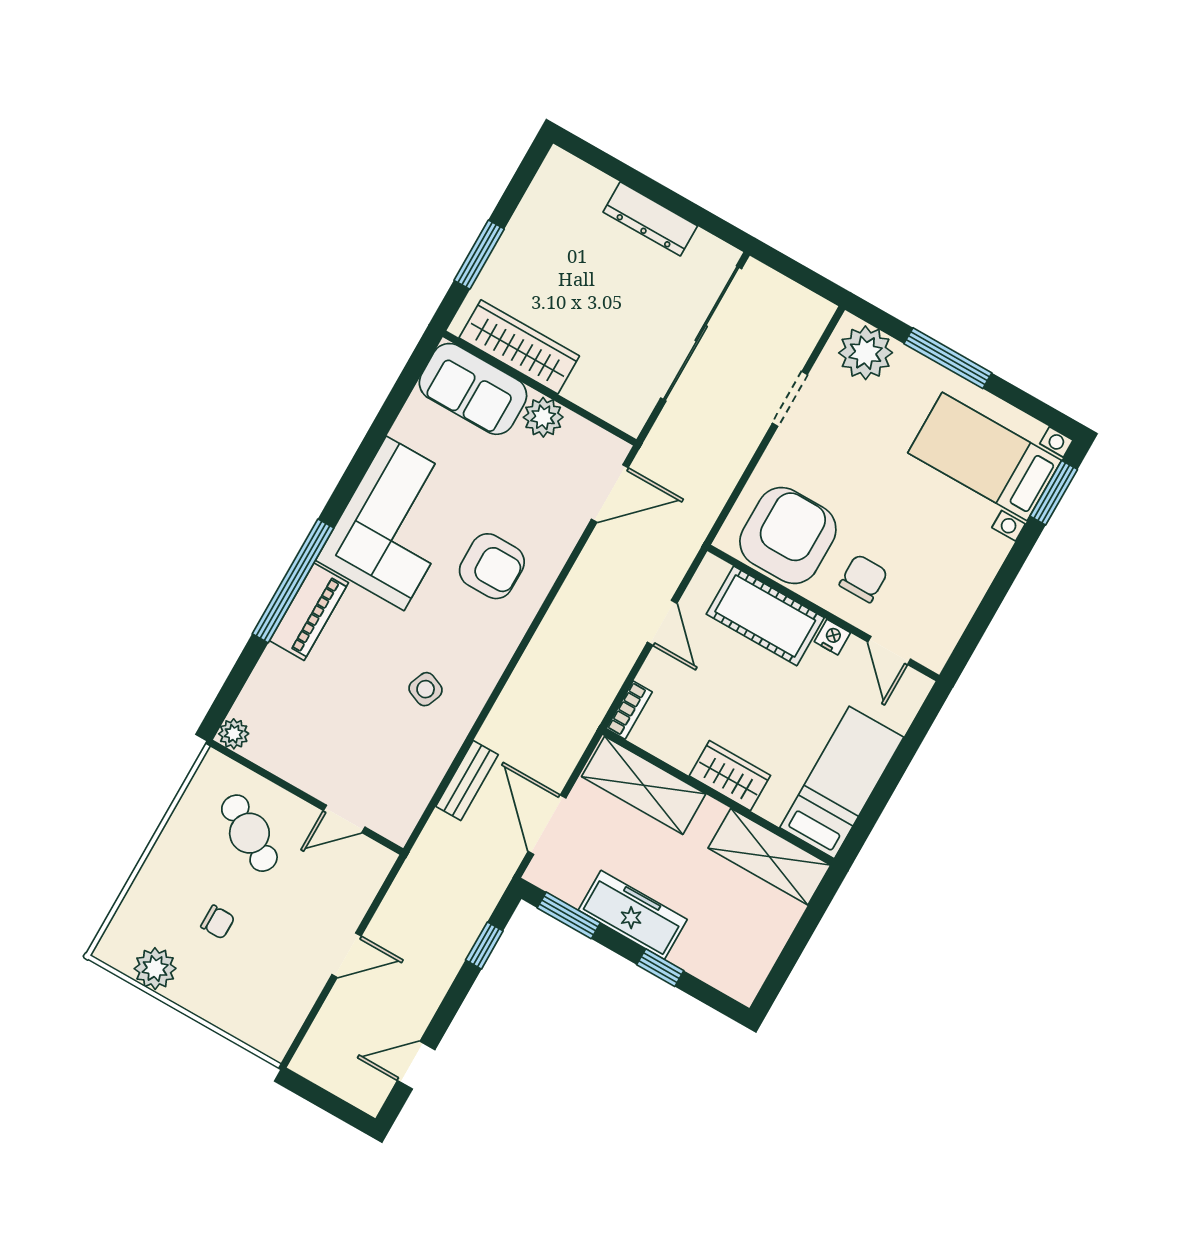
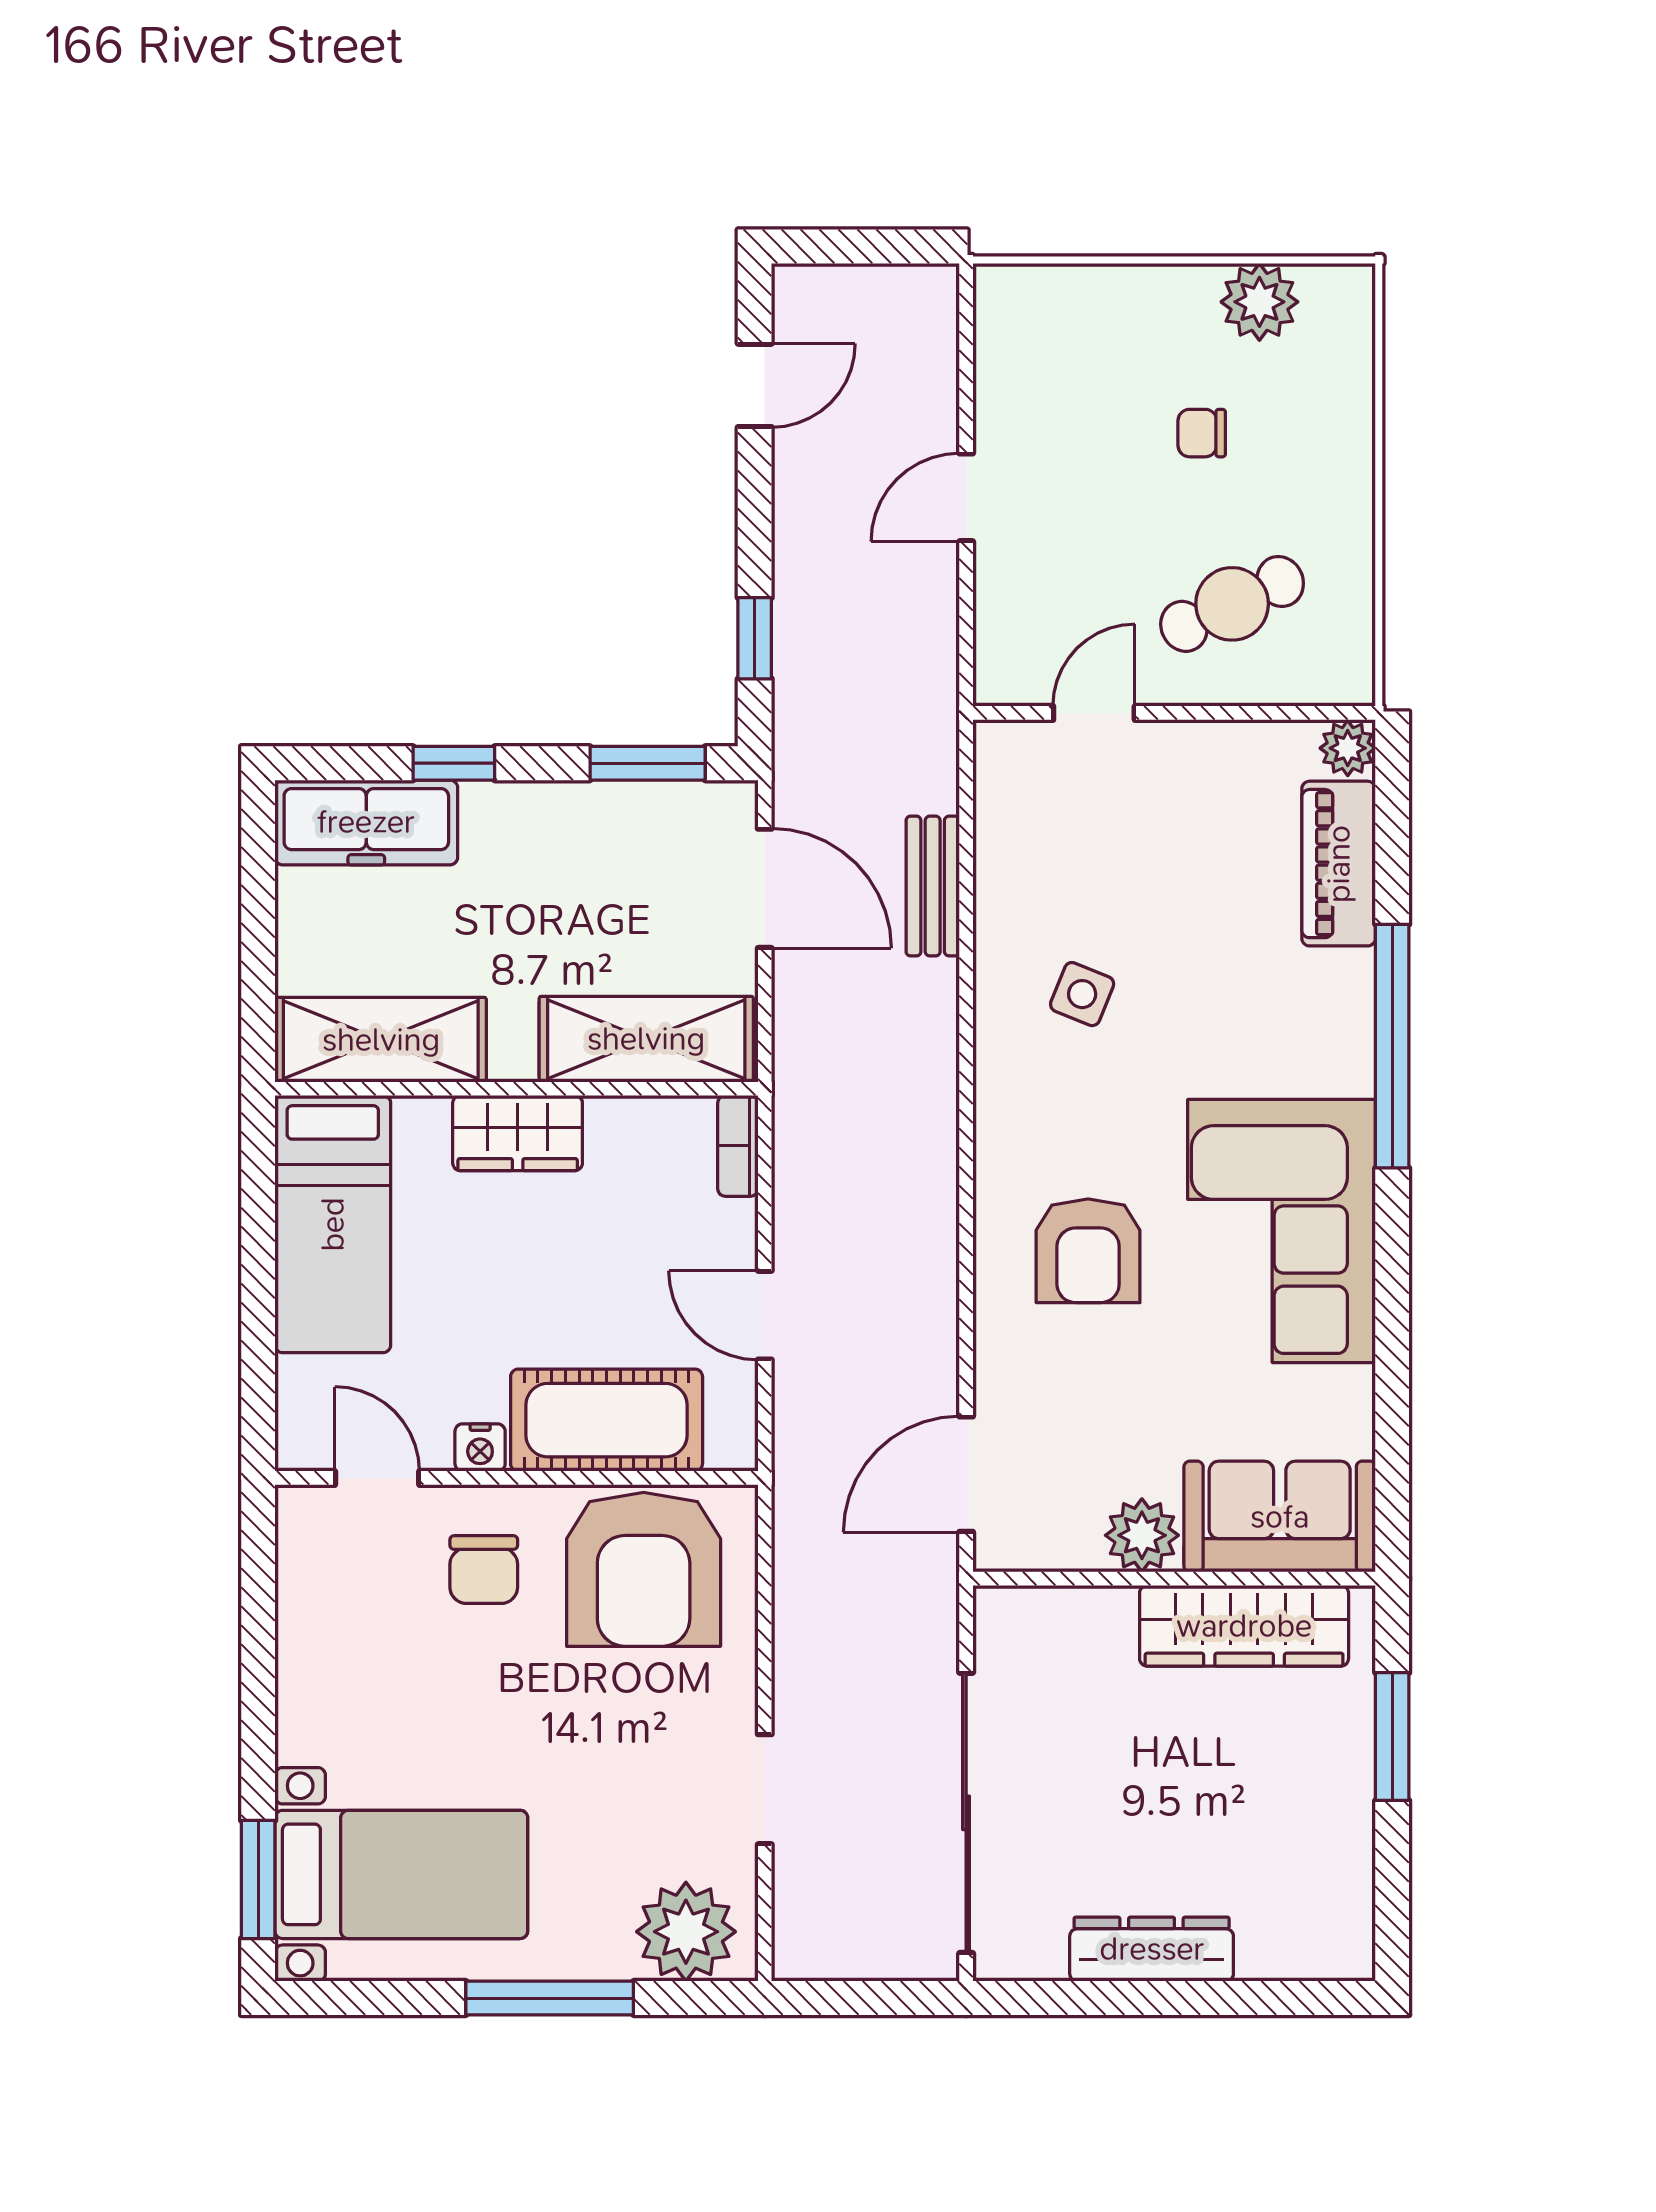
armchair: (492, 566) -> (1088, 1251), turned -90
piano: (309, 612) -> (1339, 864), moved
cafe table: (249, 833) -> (1232, 604), turned -56
freezer: (633, 915) -> (366, 822), moved

